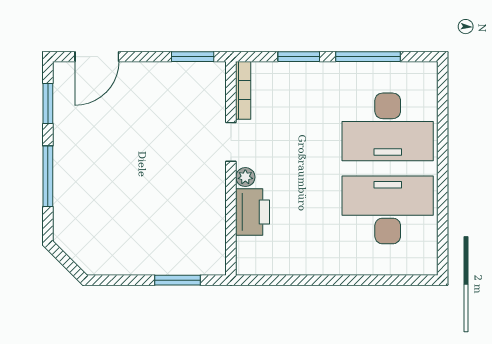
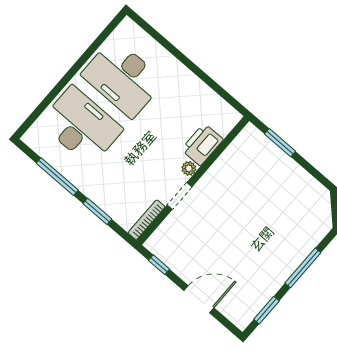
door: (97, 57) -> (199, 299), moved
window: (193, 57) -> (159, 265), width x0.67

